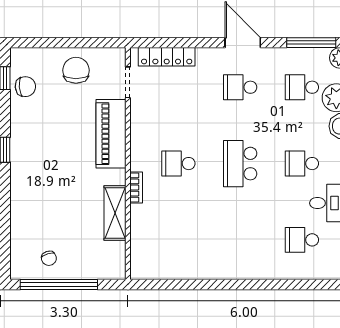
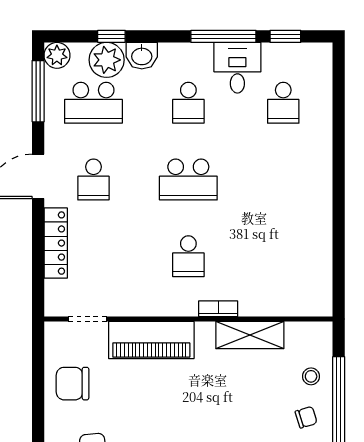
locker: (167, 57) -> (56, 243), moved
school desk: (302, 87) -> (93, 103), width x1.85
stool: (82, 262) -> (311, 376), added

